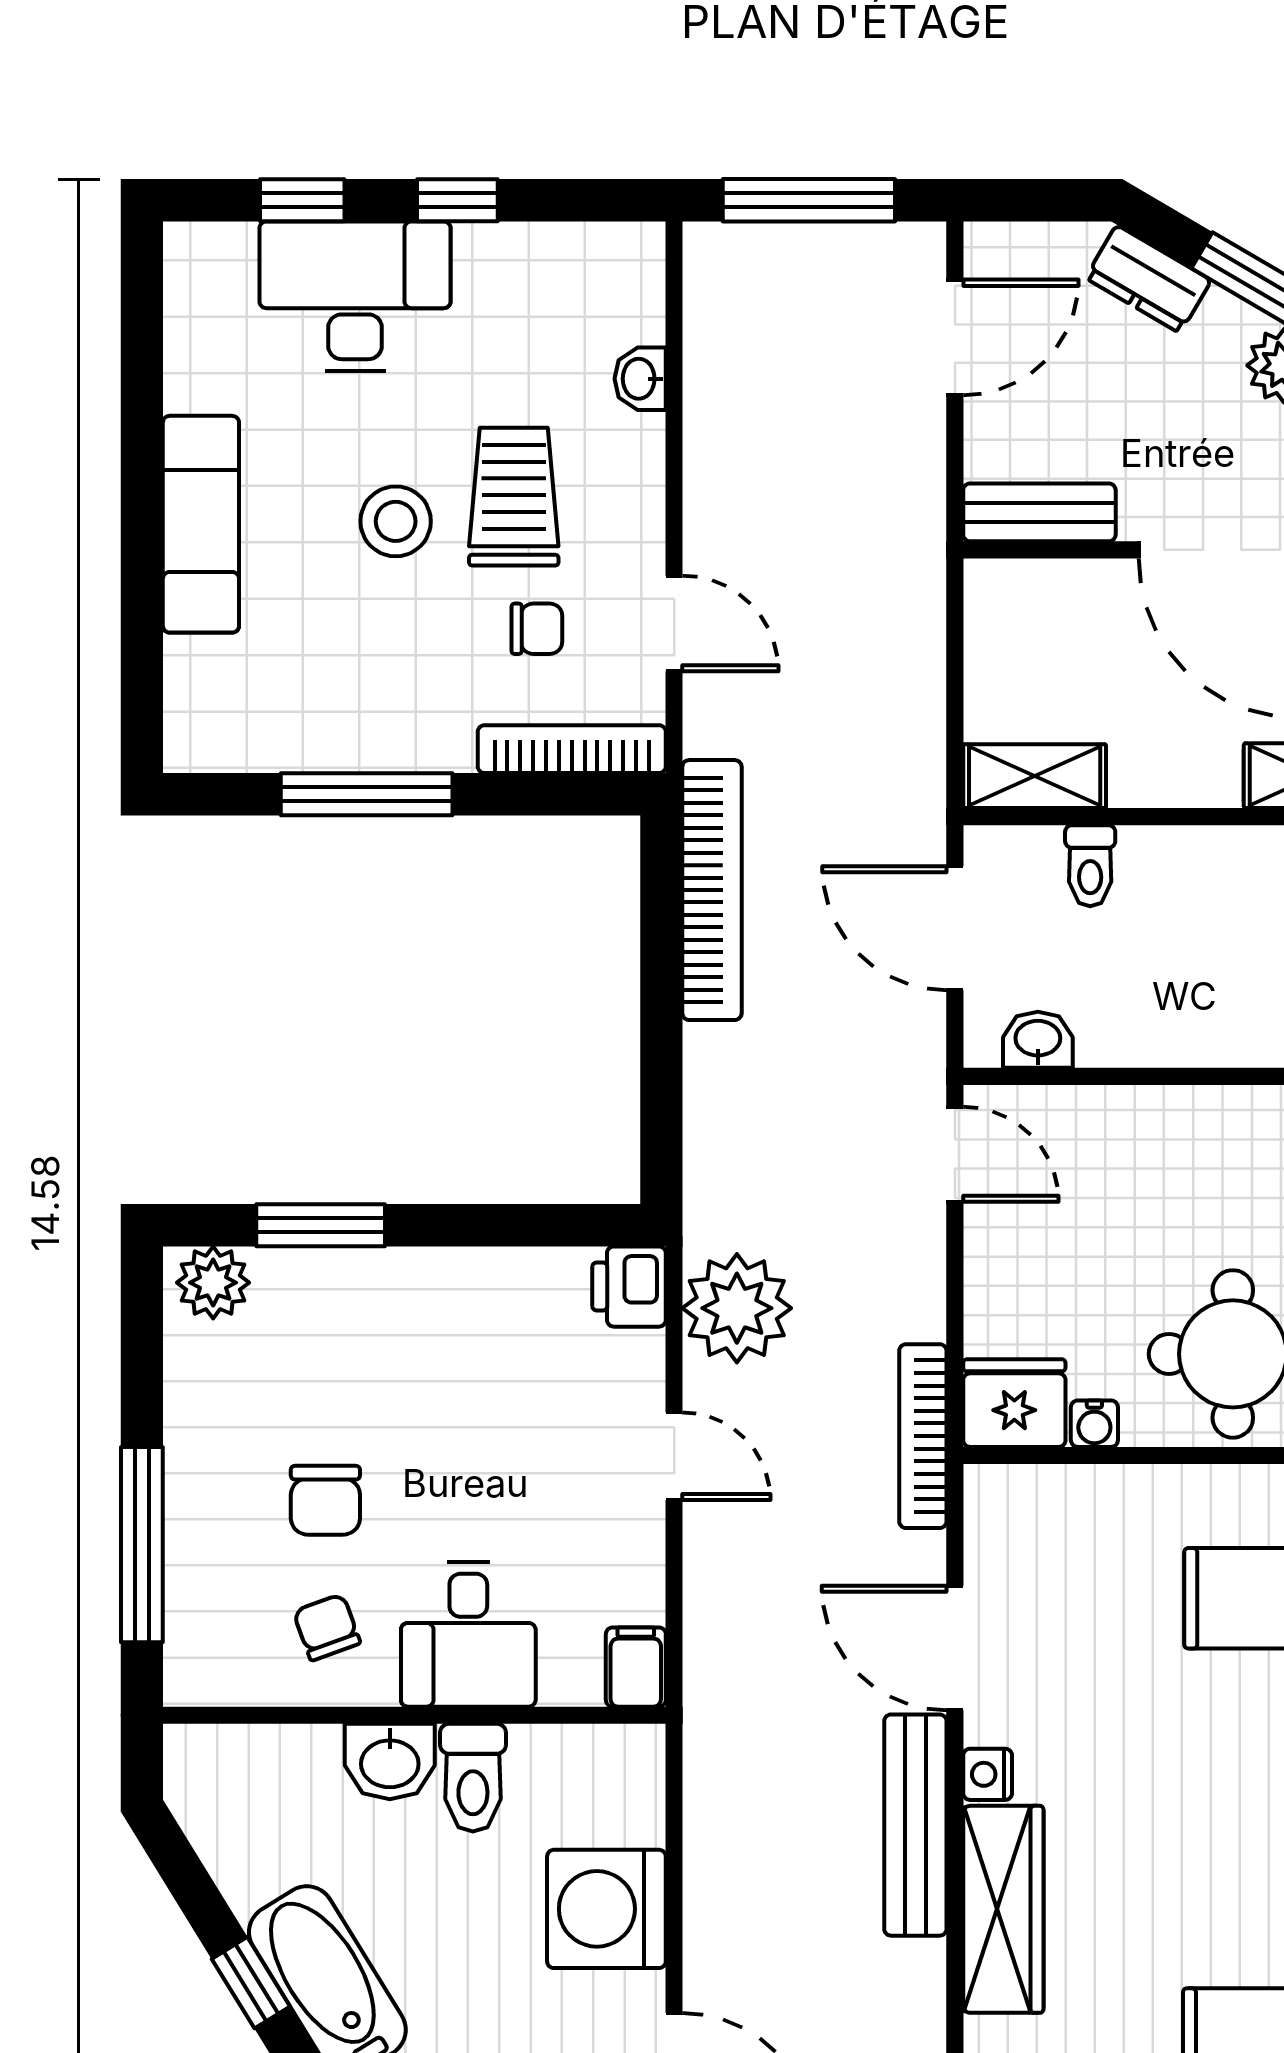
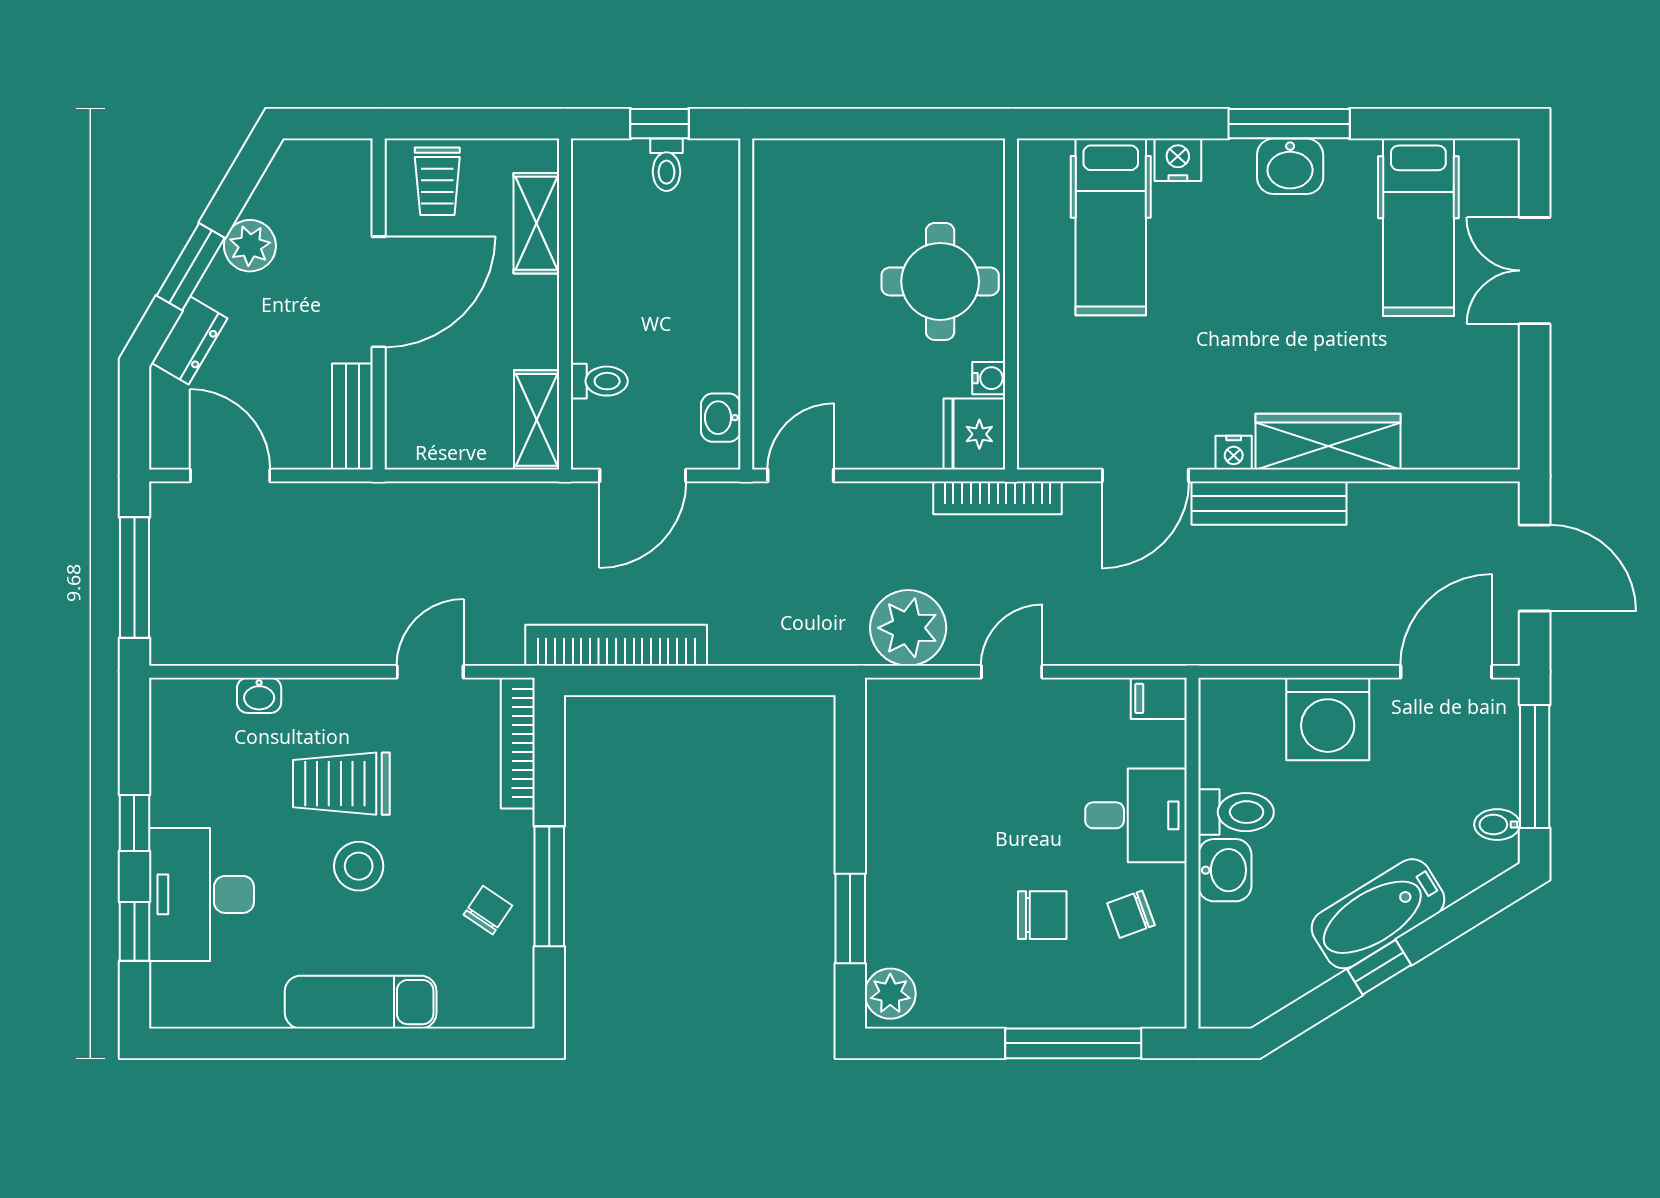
chair: (537, 629) -> (488, 910), moved, turned 34
printer: (629, 1287) -> (893, 703), removed

